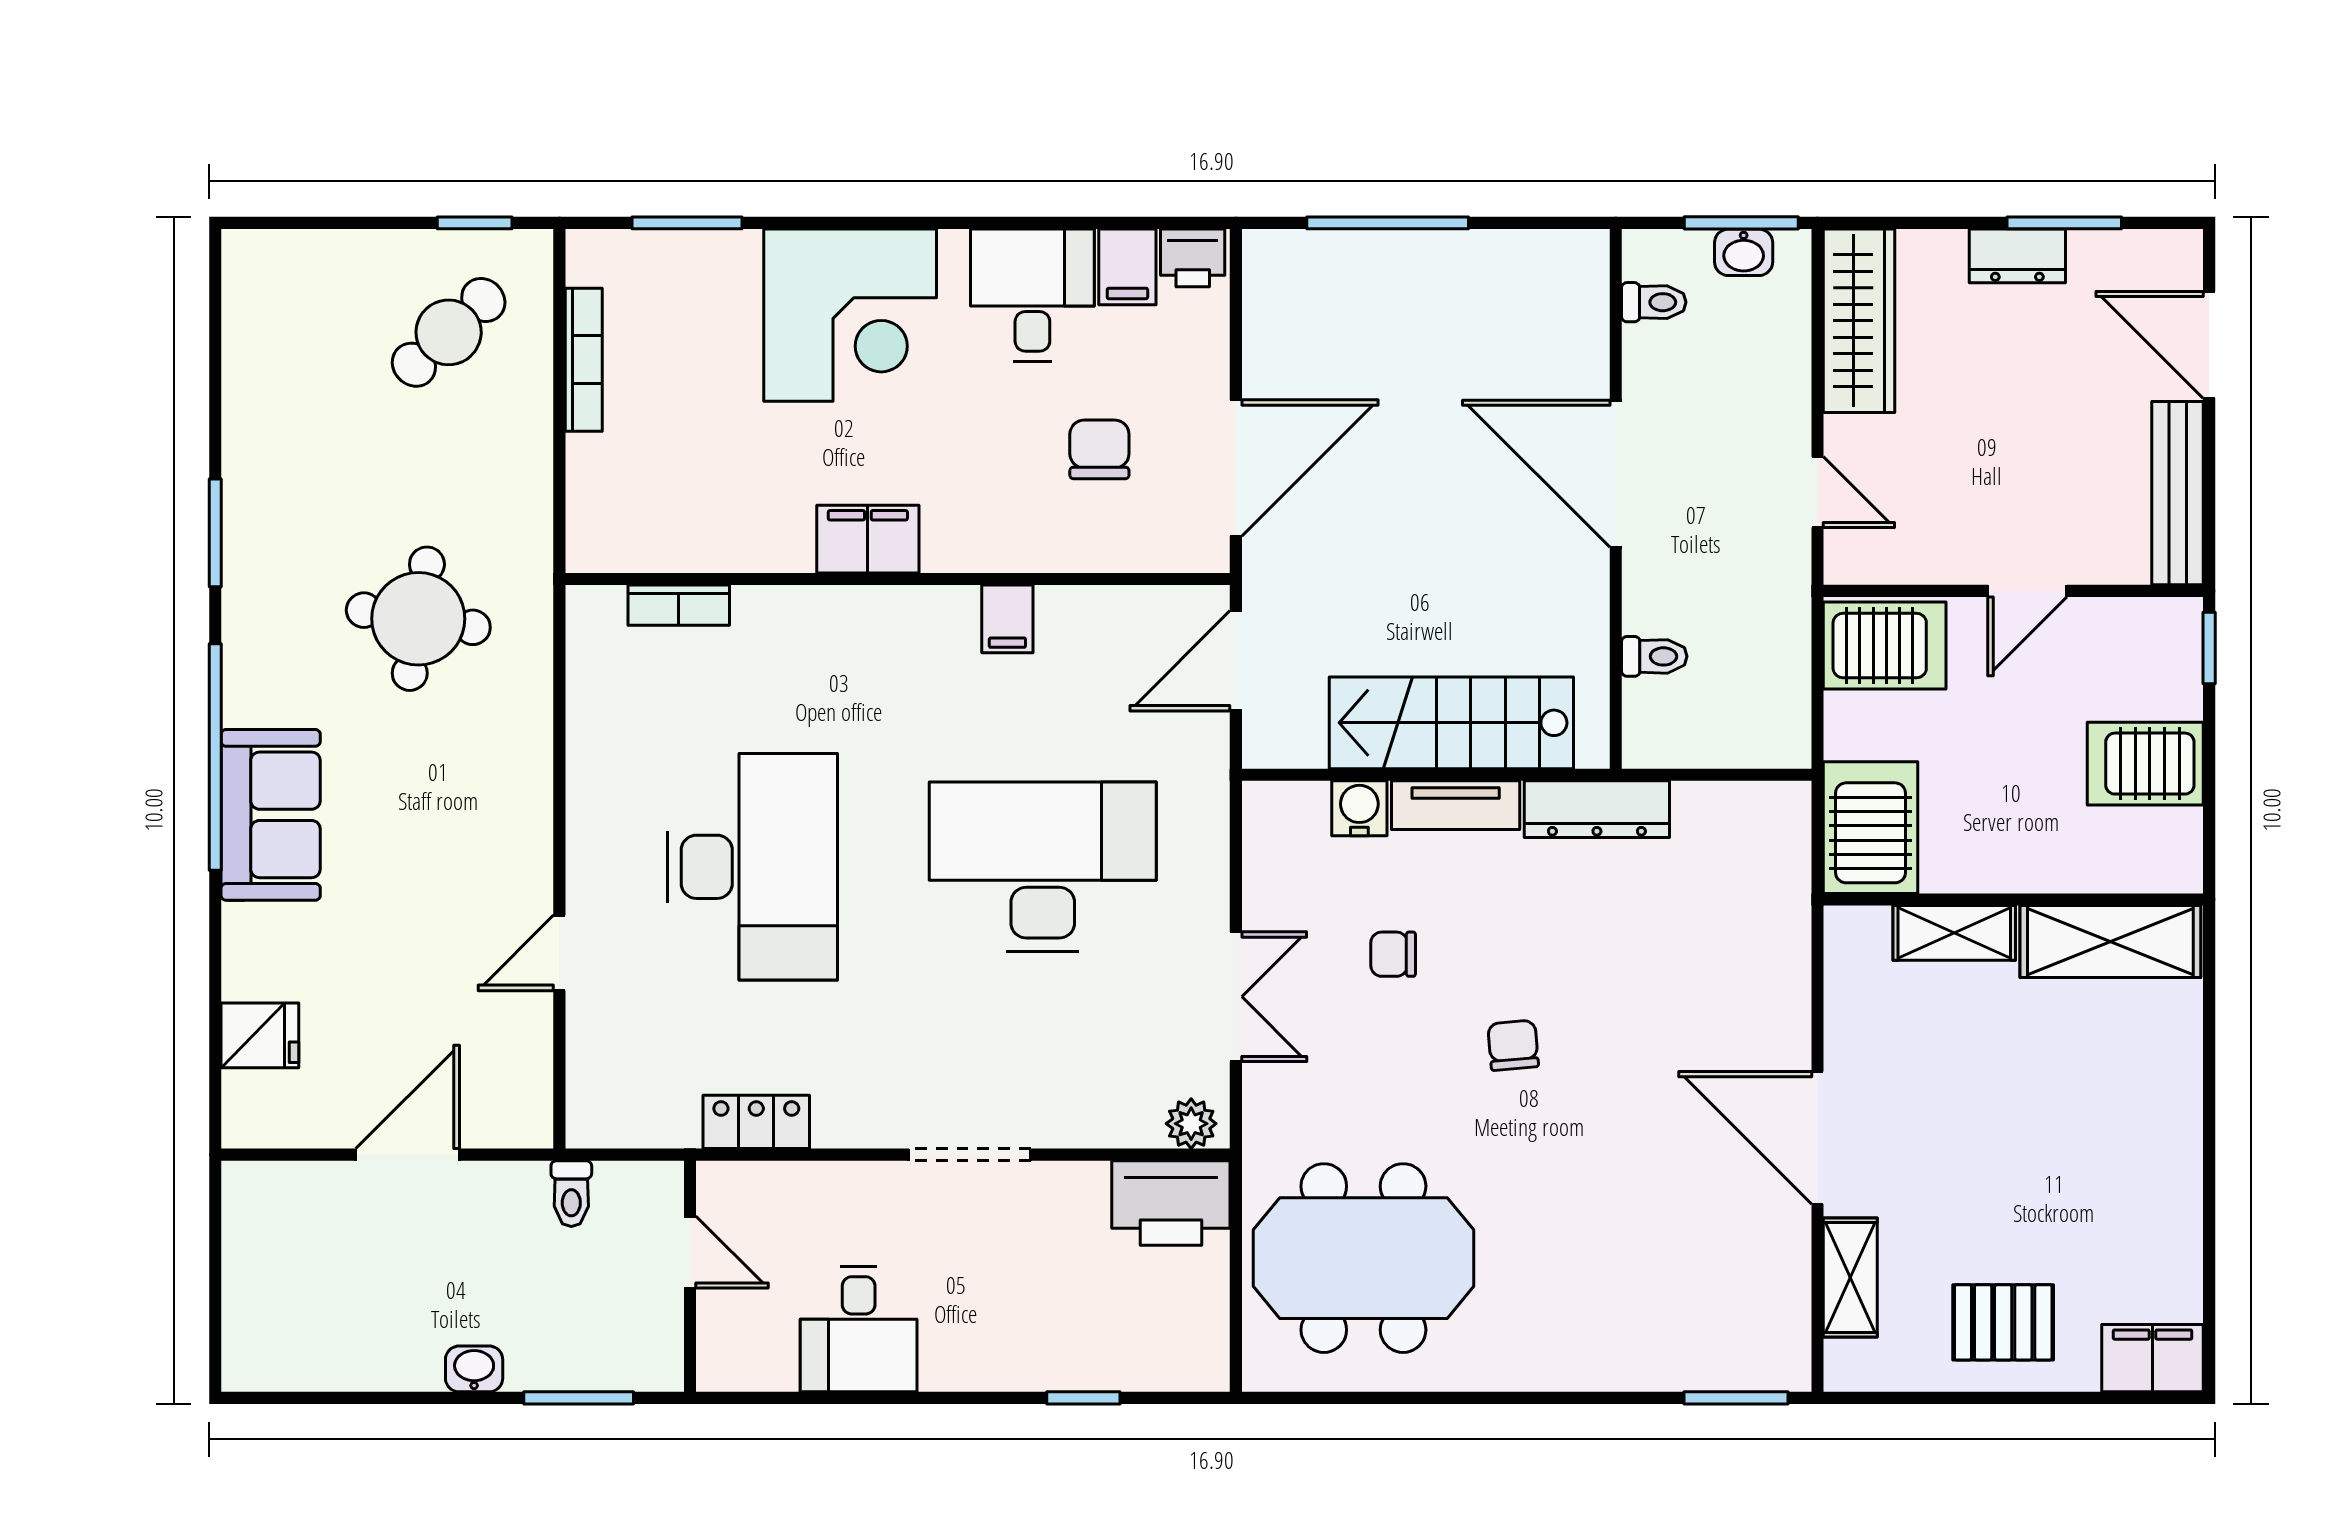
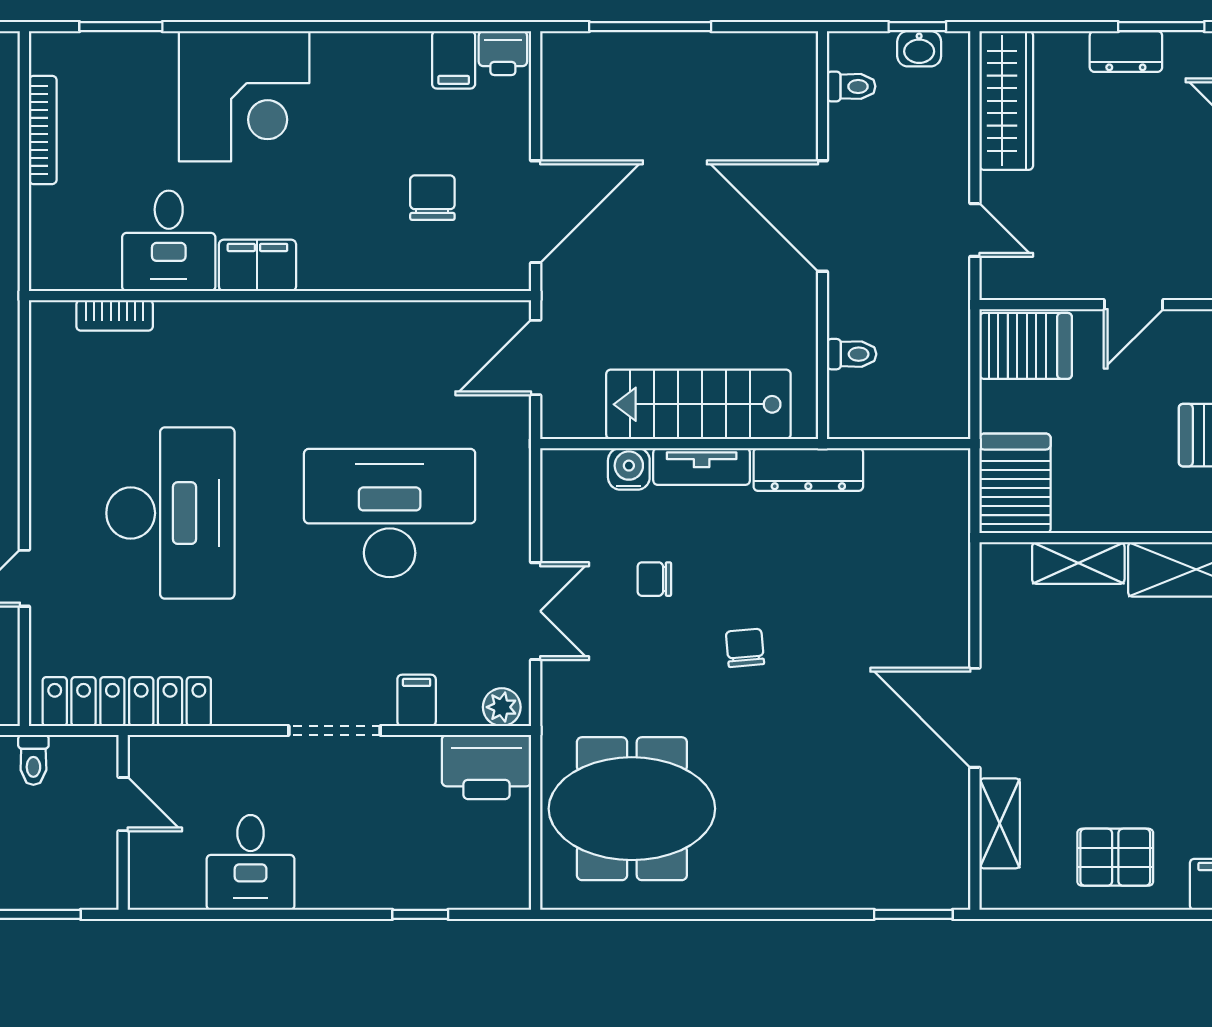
window: (1741, 223) -> (917, 27), width x0.67
desk: (1032, 295) -> (169, 241), moved, turned 180
filing cabinet: (1007, 619) -> (417, 700), moved, turned 180
locker: (756, 1122) -> (127, 702), width x2.16, depth x1.21

